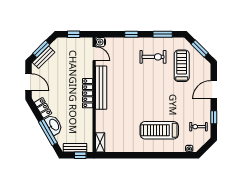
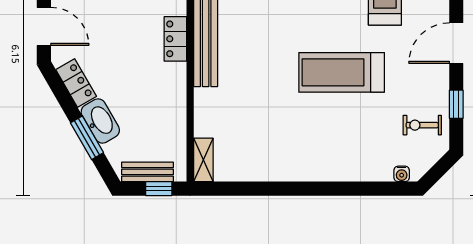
locker: (88, 93) -> (175, 39), width x0.66
treadmill: (159, 130) -> (342, 72), moved
window: (48, 132) -> (87, 138), width x0.69

